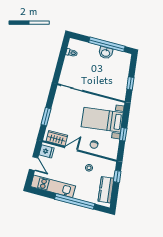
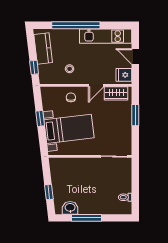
window: (107, 44) -> (87, 218), width x0.68
washbasin: (106, 53) -> (70, 208), moved
window: (130, 83) -> (49, 192), moved

